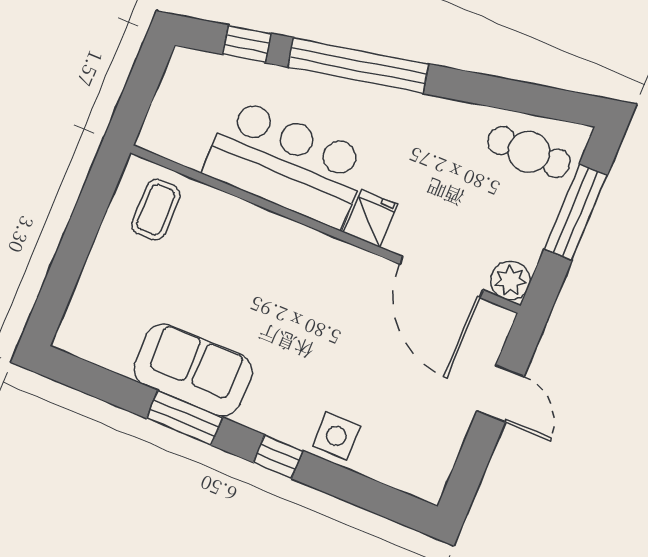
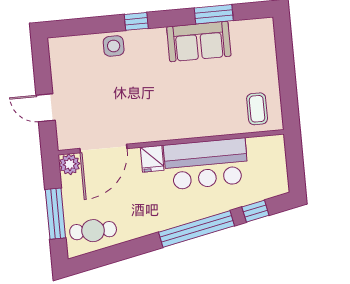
door: (441, 277) -> (103, 149), swing flipped
window: (185, 418) -> (214, 14), moved

